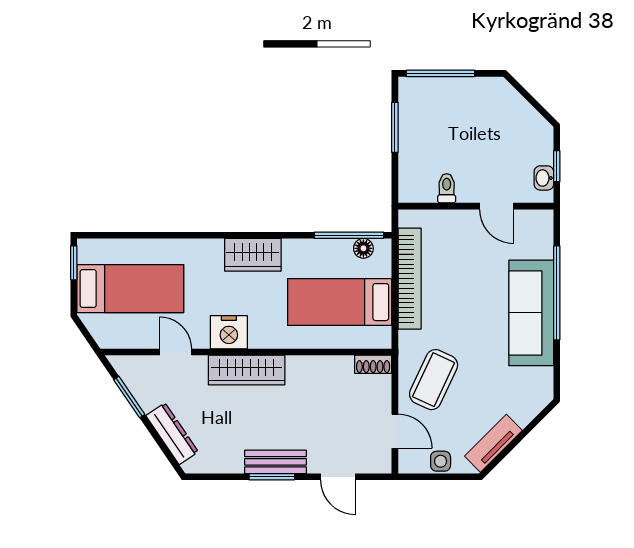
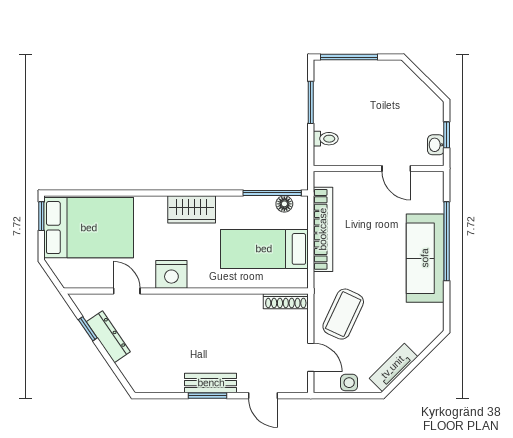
toilet: (447, 188) -> (326, 139), moved, turned 90
bed: (130, 289) -> (89, 228), width x1.50
shoe rack: (373, 364) -> (286, 301), width x1.43
wardrobe: (247, 370) -> (186, 306), removed
window: (129, 397) -> (88, 329), width x0.67
dresser: (172, 434) -> (108, 337), moved

